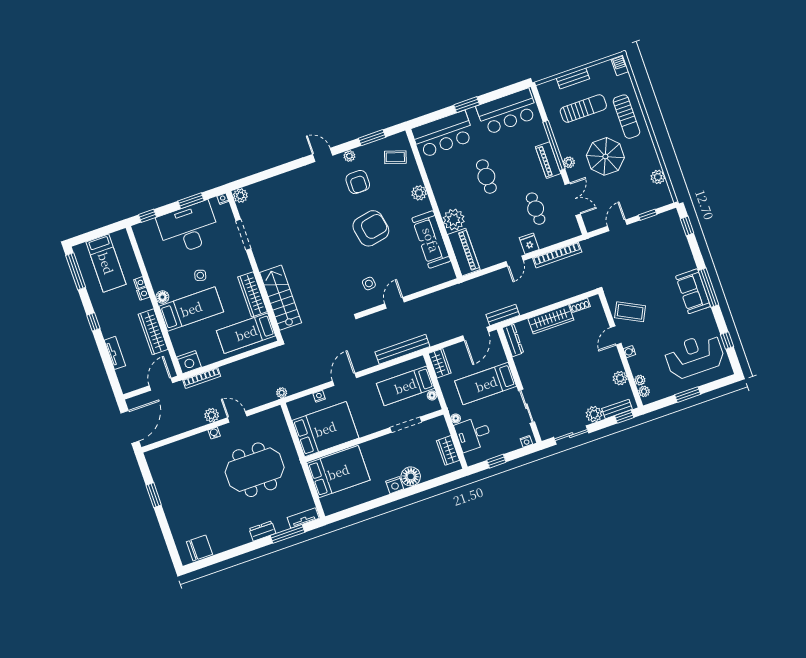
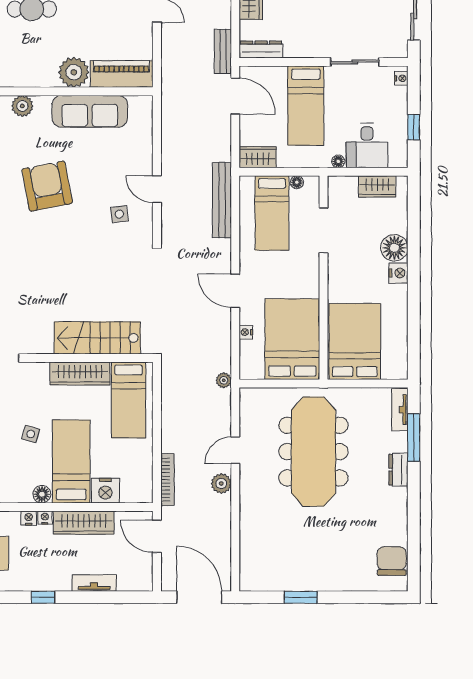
nightstand: (140, 283) -> (45, 518), moved
nightstand: (189, 362) -> (105, 491), moved, turned 90
water cooler: (214, 433) -> (246, 488), removed
meeting table: (255, 470) -> (313, 452), width x1.36

